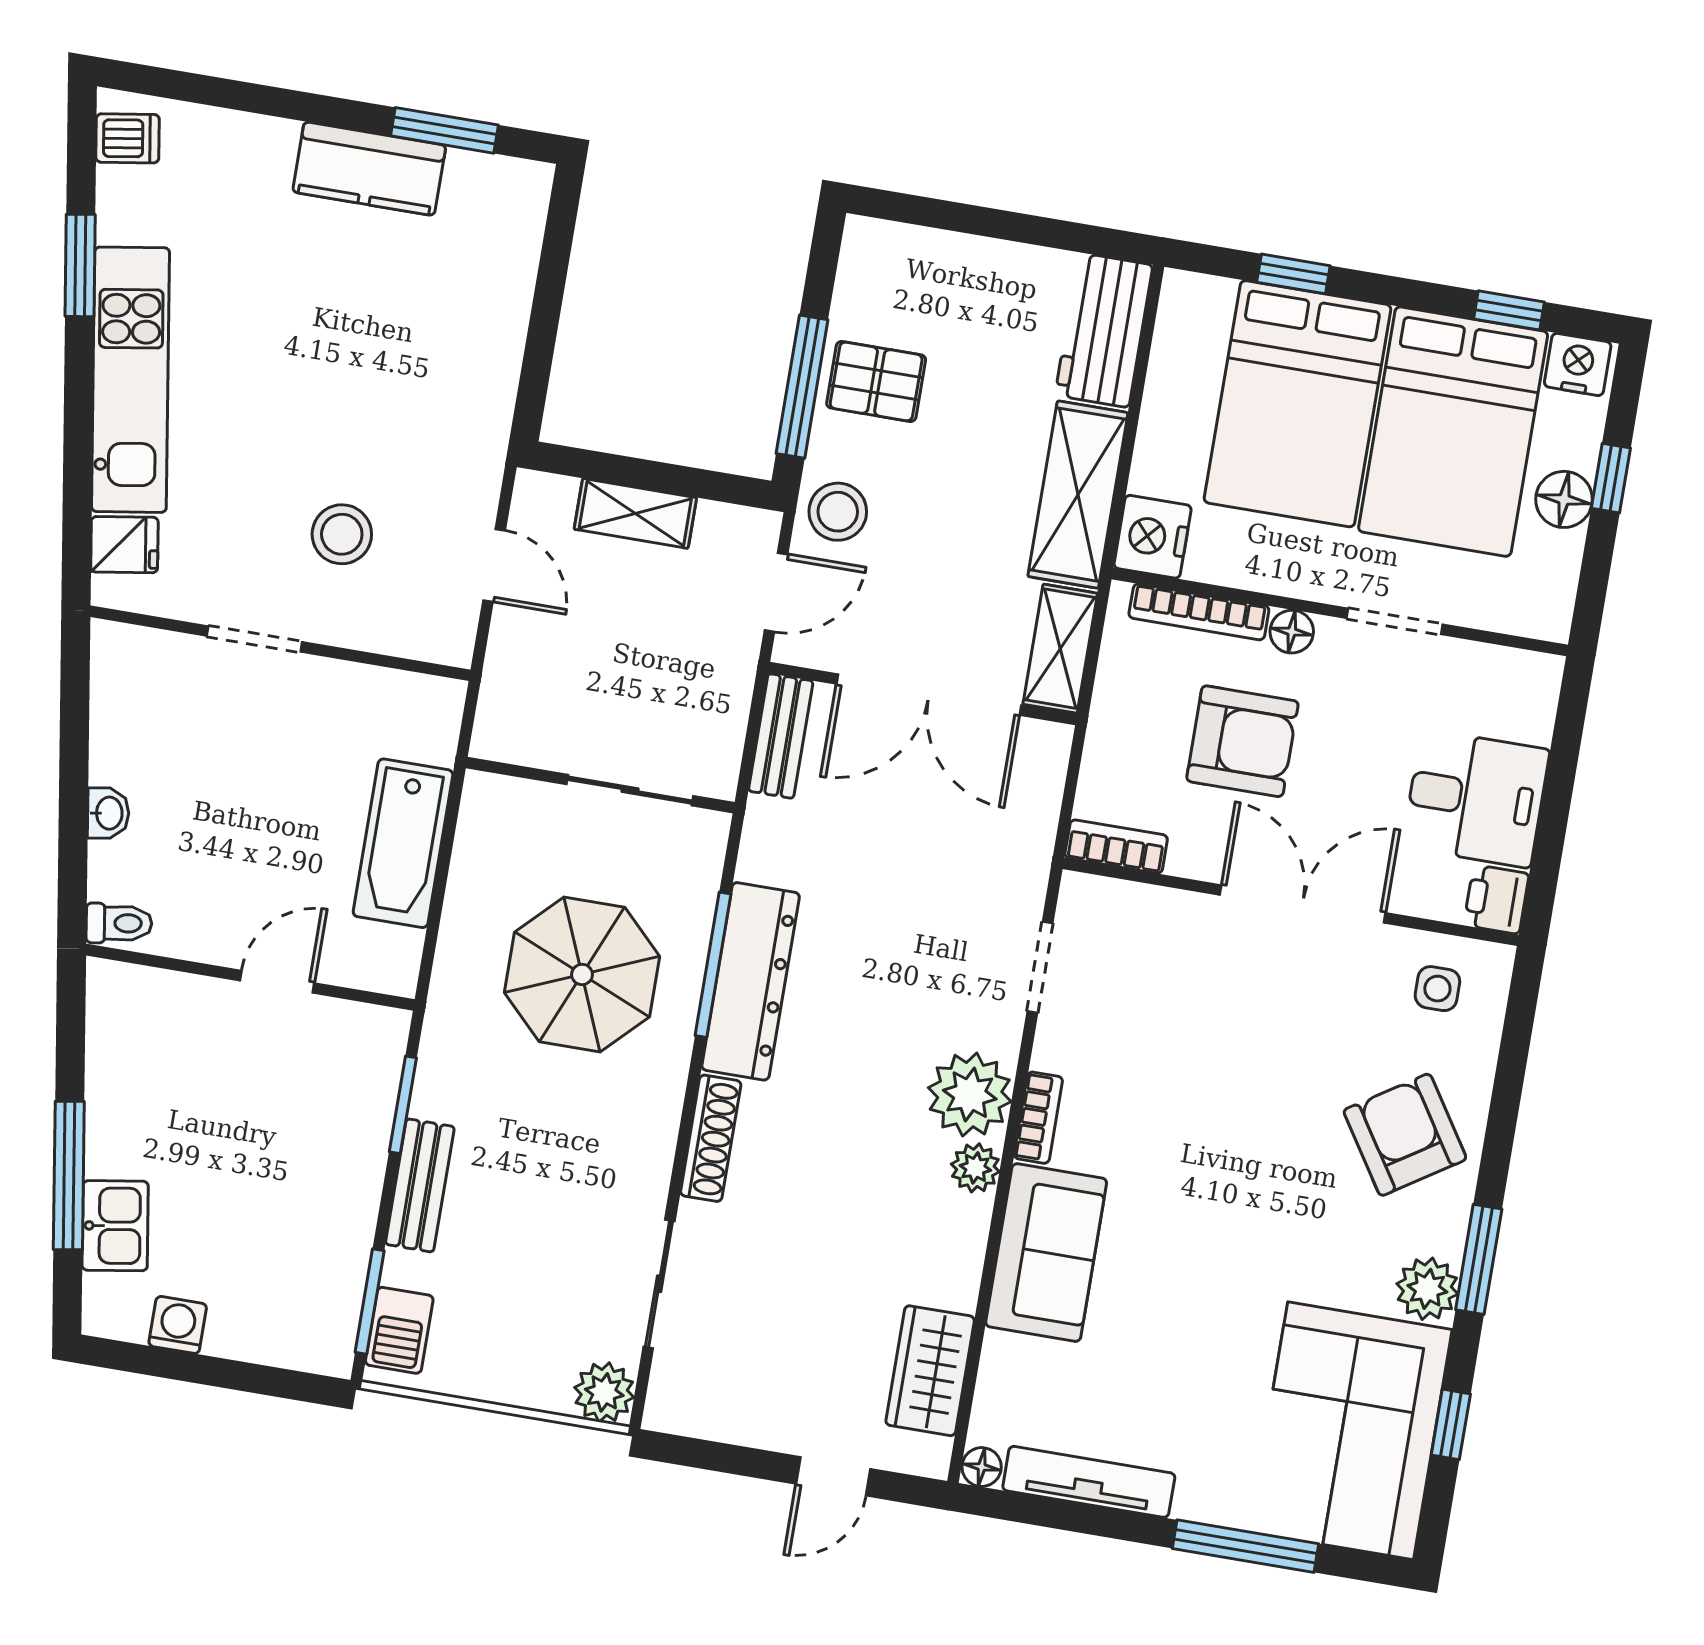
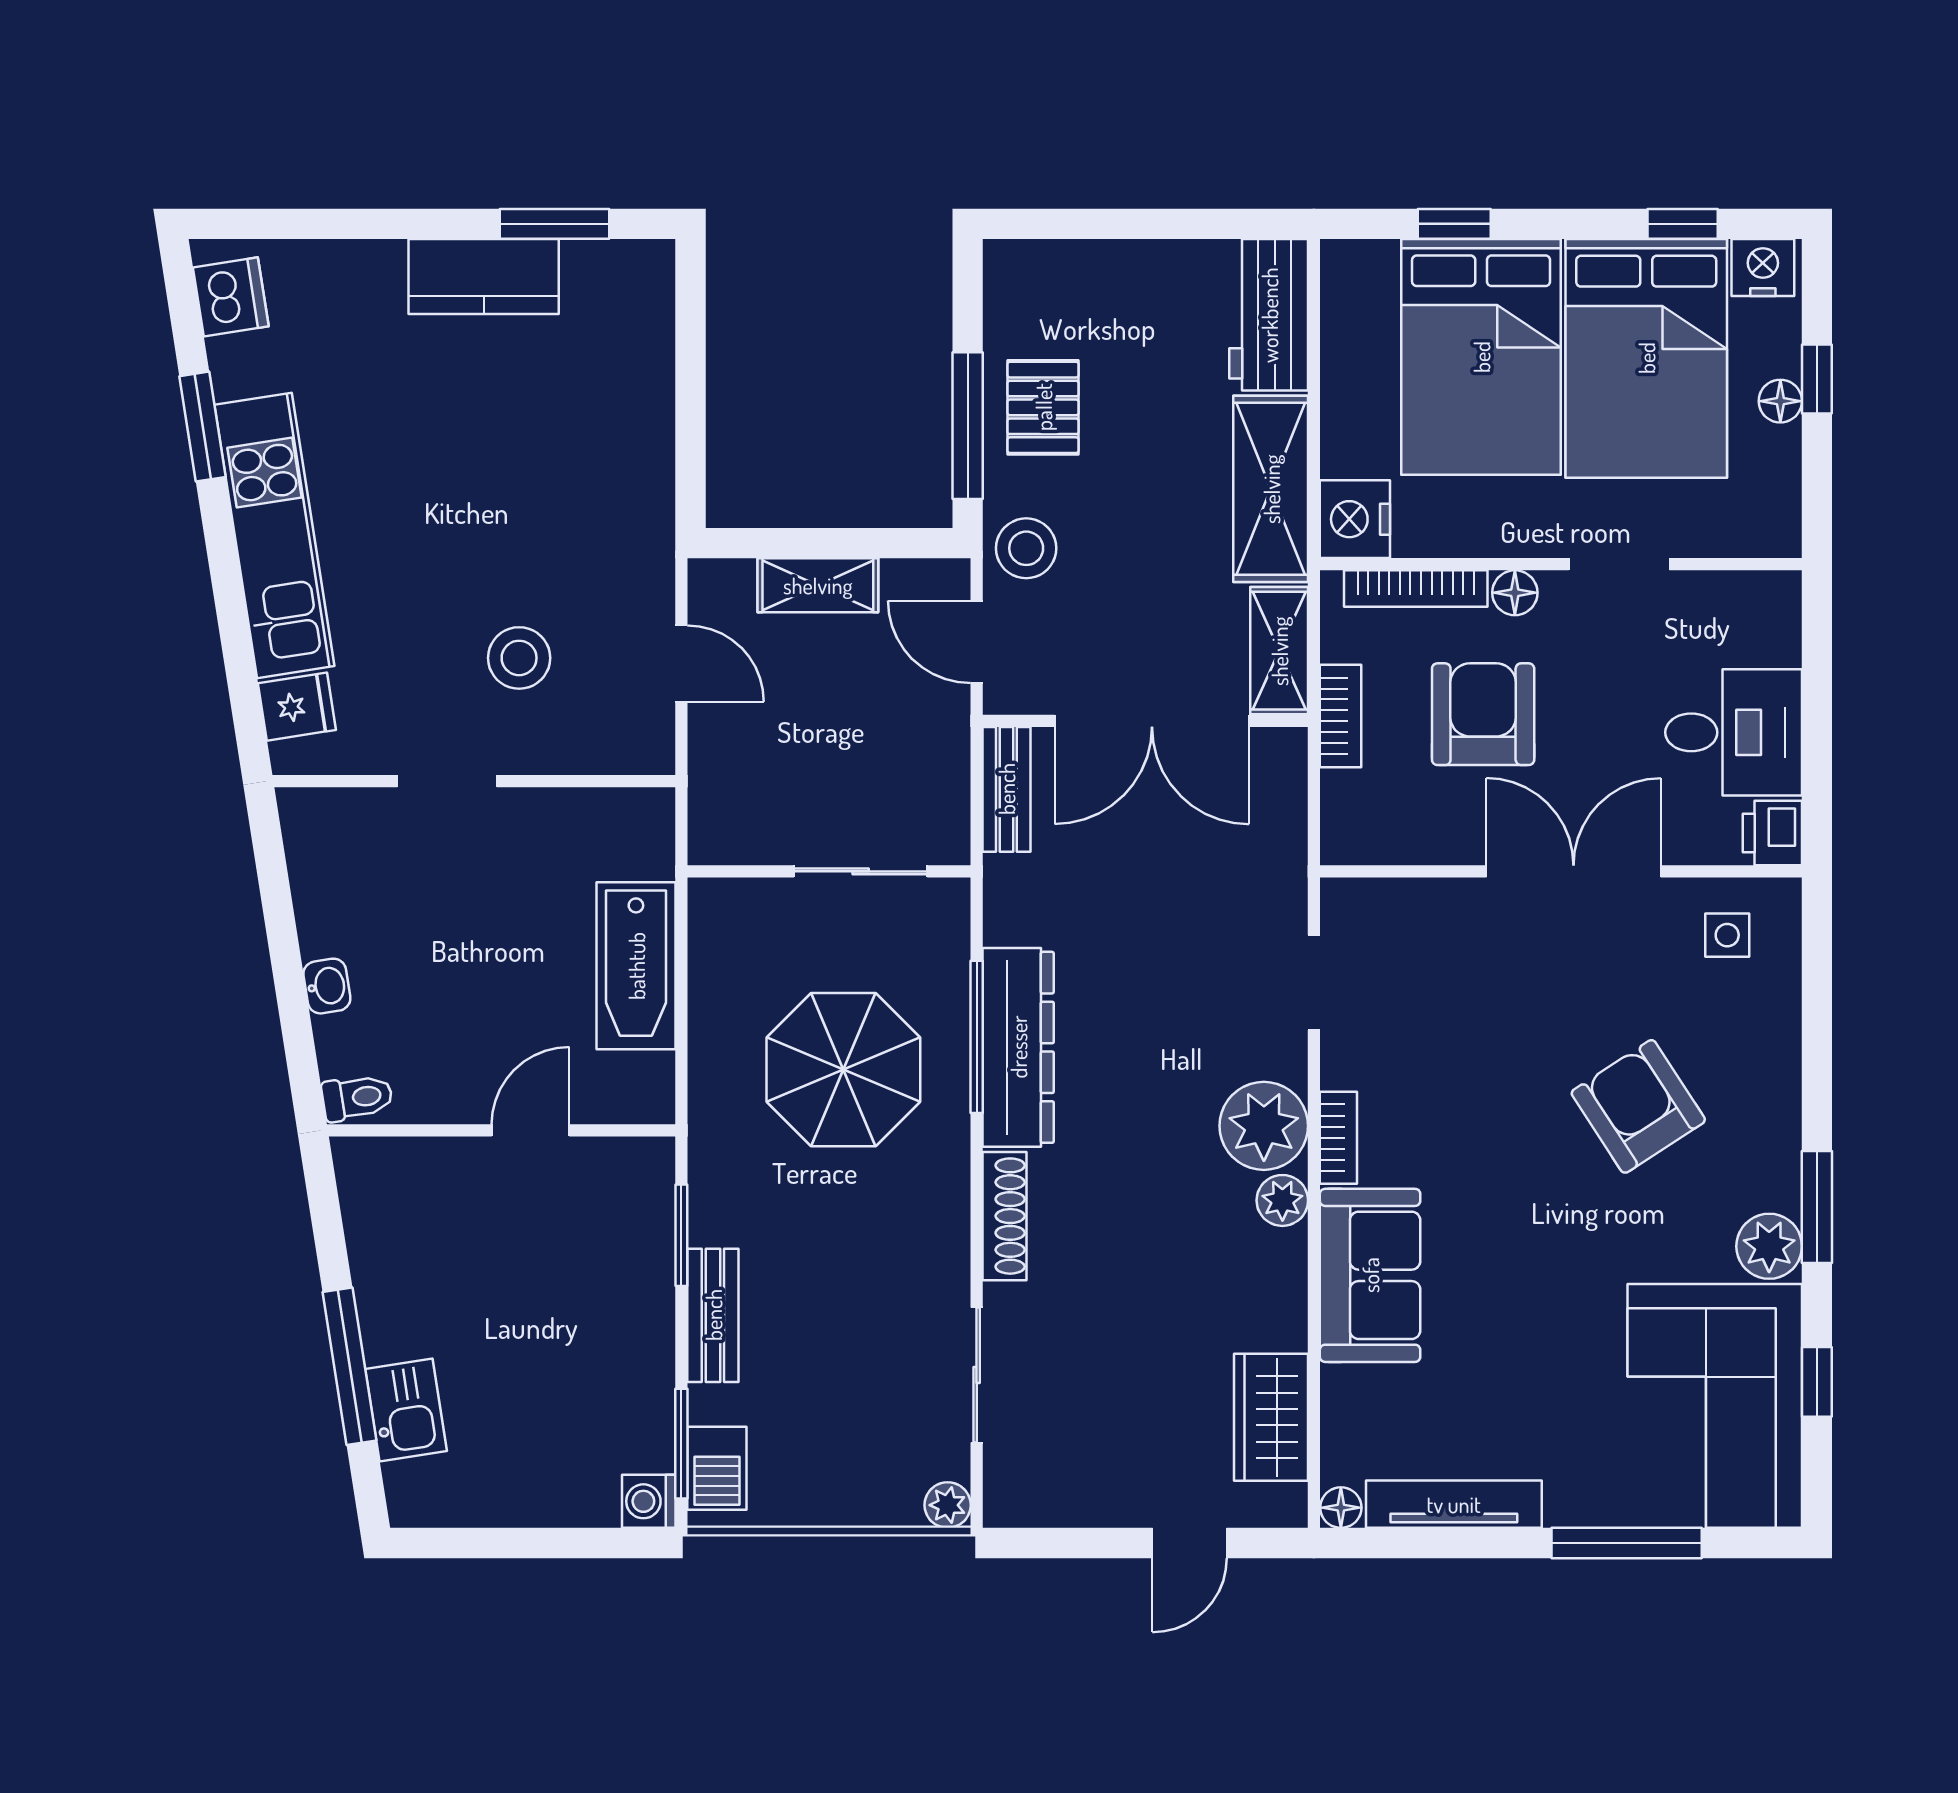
dishwasher: (128, 138) -> (231, 297), width x1.38
pallet: (876, 381) -> (1043, 407), turned 90
floor lamp: (1564, 499) -> (1780, 401), width x0.73, depth x0.73
door: (776, 592) -> (977, 642), swing flipped
armchair: (1242, 741) -> (1483, 714), turned -90
bookcase: (1116, 847) -> (1341, 716), moved, turned 90
armchair: (1405, 1135) -> (1638, 1106), moved
washing machine: (178, 1325) -> (649, 1501), moved, turned -90
plant: (604, 1392) -> (948, 1505), width x0.73, depth x0.73

